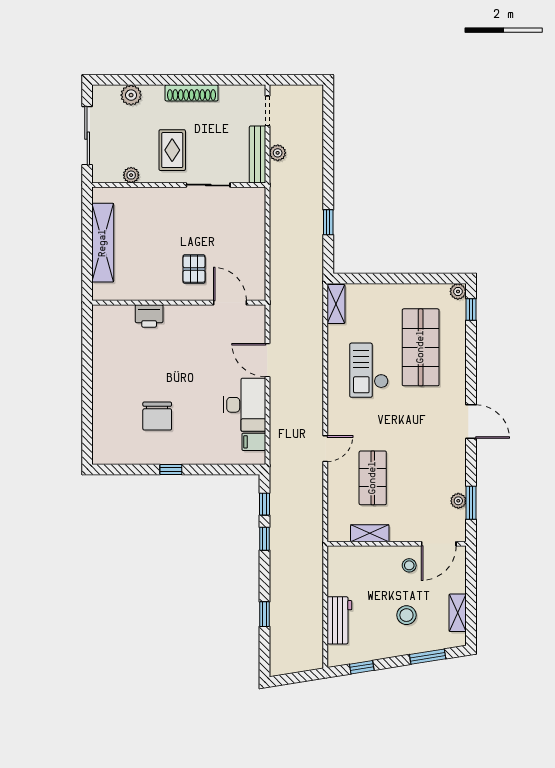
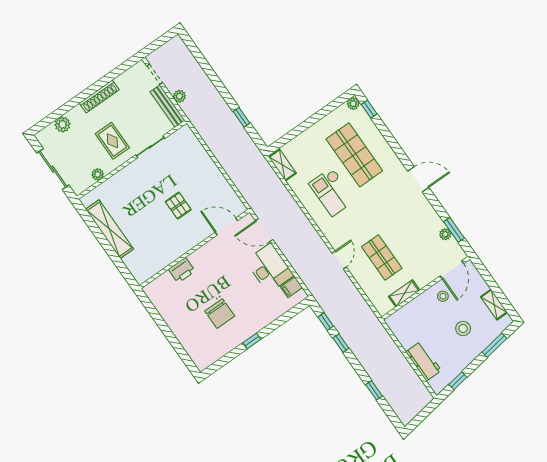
wall: (179, 303) -> (194, 249), moved
door: (230, 303) -> (226, 226), moved
printer: (149, 316) -> (182, 270), moved

